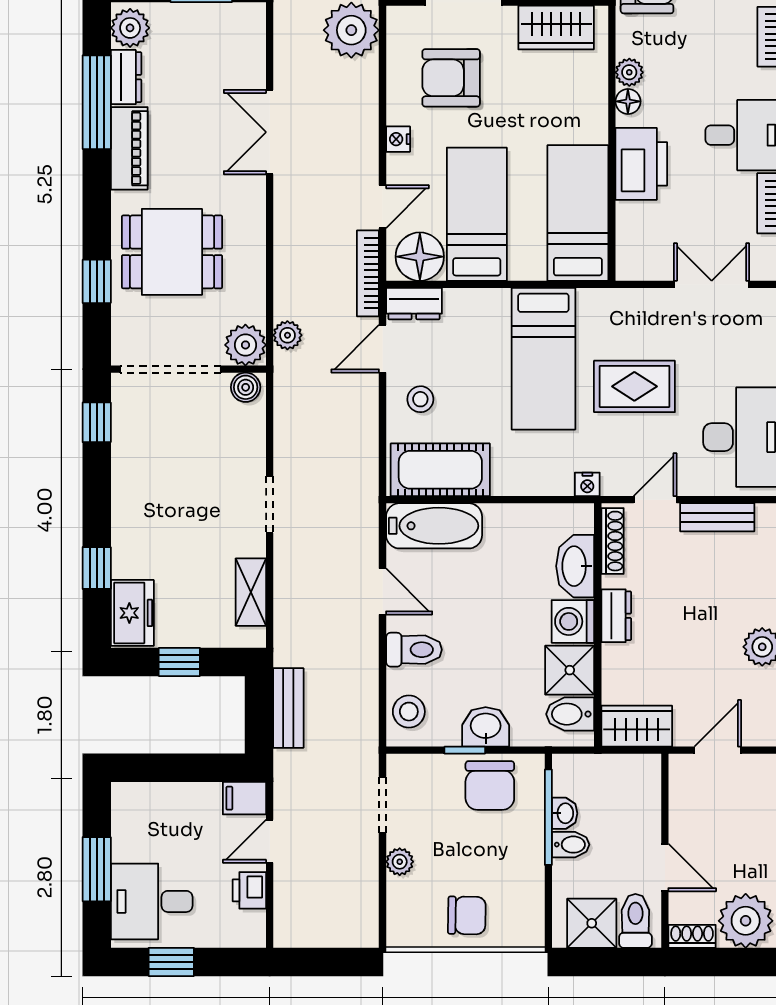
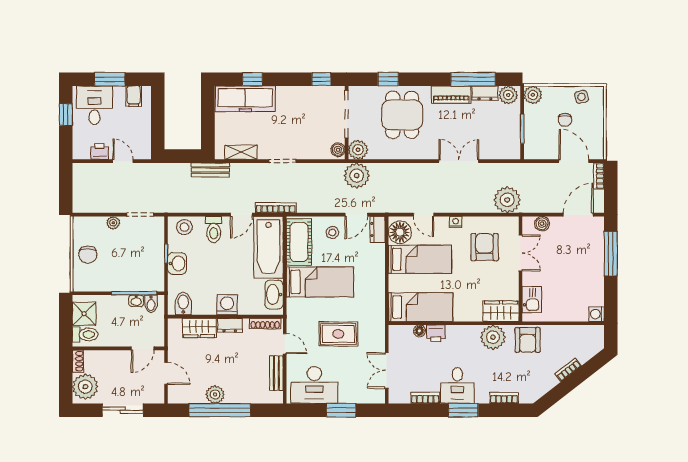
wardrobe: (556, 27) -> (501, 311), moved, turned 90
plant: (629, 72) -> (493, 337), width x1.87, depth x1.87
floor lamp: (628, 101) -> (419, 331), moved
printer: (641, 164) -> (436, 333), width x0.53, depth x0.68
bookcase: (368, 273) -> (276, 208), moved
double door: (712, 284) -> (387, 370), swing flipped
plant: (287, 335) -> (357, 176), width x1.87, depth x1.87
door: (383, 349) -> (356, 215), swing flipped
bed: (543, 359) -> (320, 282), moved, turned 180
rug: (634, 386) -> (338, 334), turned 90
nightstand: (587, 484) -> (292, 312), removed
bathtub: (434, 526) -> (268, 247), width x1.36, depth x1.36
washbasin: (575, 566) -> (274, 295), moved, turned -90
freezer: (132, 613) -> (245, 99), width x1.91, depth x1.26
window: (179, 662) -> (208, 118), removed
shower: (570, 670) -> (204, 303), removed
bench: (288, 708) -> (210, 170), moved
wardrobe: (637, 726) -> (199, 328), moved, turned 90
chair: (490, 786) -> (149, 265), removed
filing cabinet: (244, 798) -> (134, 96), moved, turned 180
bidet: (571, 845) -> (151, 304), moved
door: (665, 867) -> (143, 348), moved

